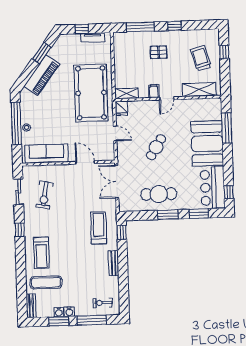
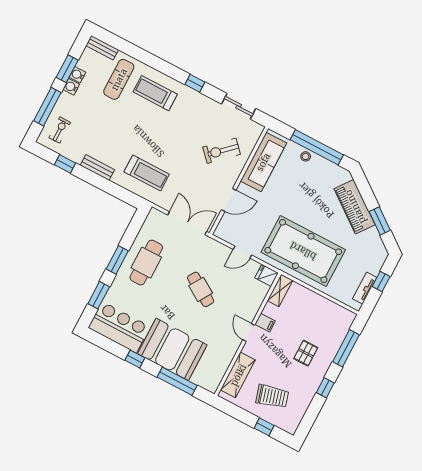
window: (229, 192) -> (135, 359), moved
exercise bike: (45, 195) -> (222, 151), moved, turned -53
window: (122, 232) -> (65, 164), moved

